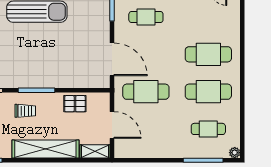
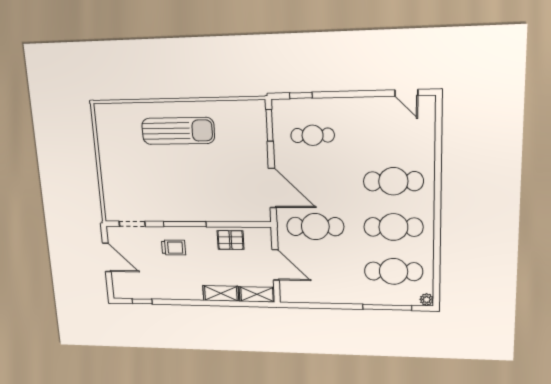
cafe table: (208, 129) -> (394, 271), width x1.37, depth x1.35
shelving: (45, 149) -> (221, 293), width x0.45, depth x0.75

